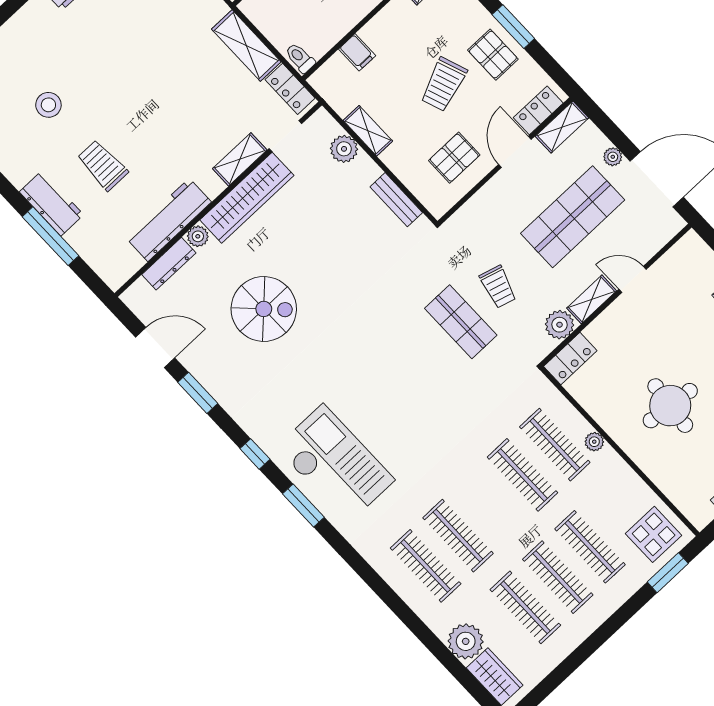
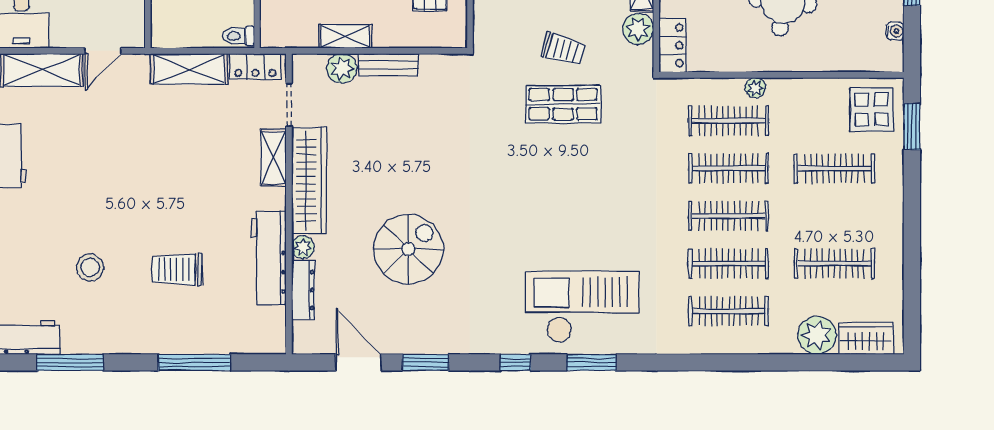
bench: (396, 200) -> (388, 65), moved
workbench: (52, 203) -> (169, 337), removed
door: (155, 347) -> (359, 362), hinge flipped
clothes rail: (558, 577) -> (729, 216), moved

